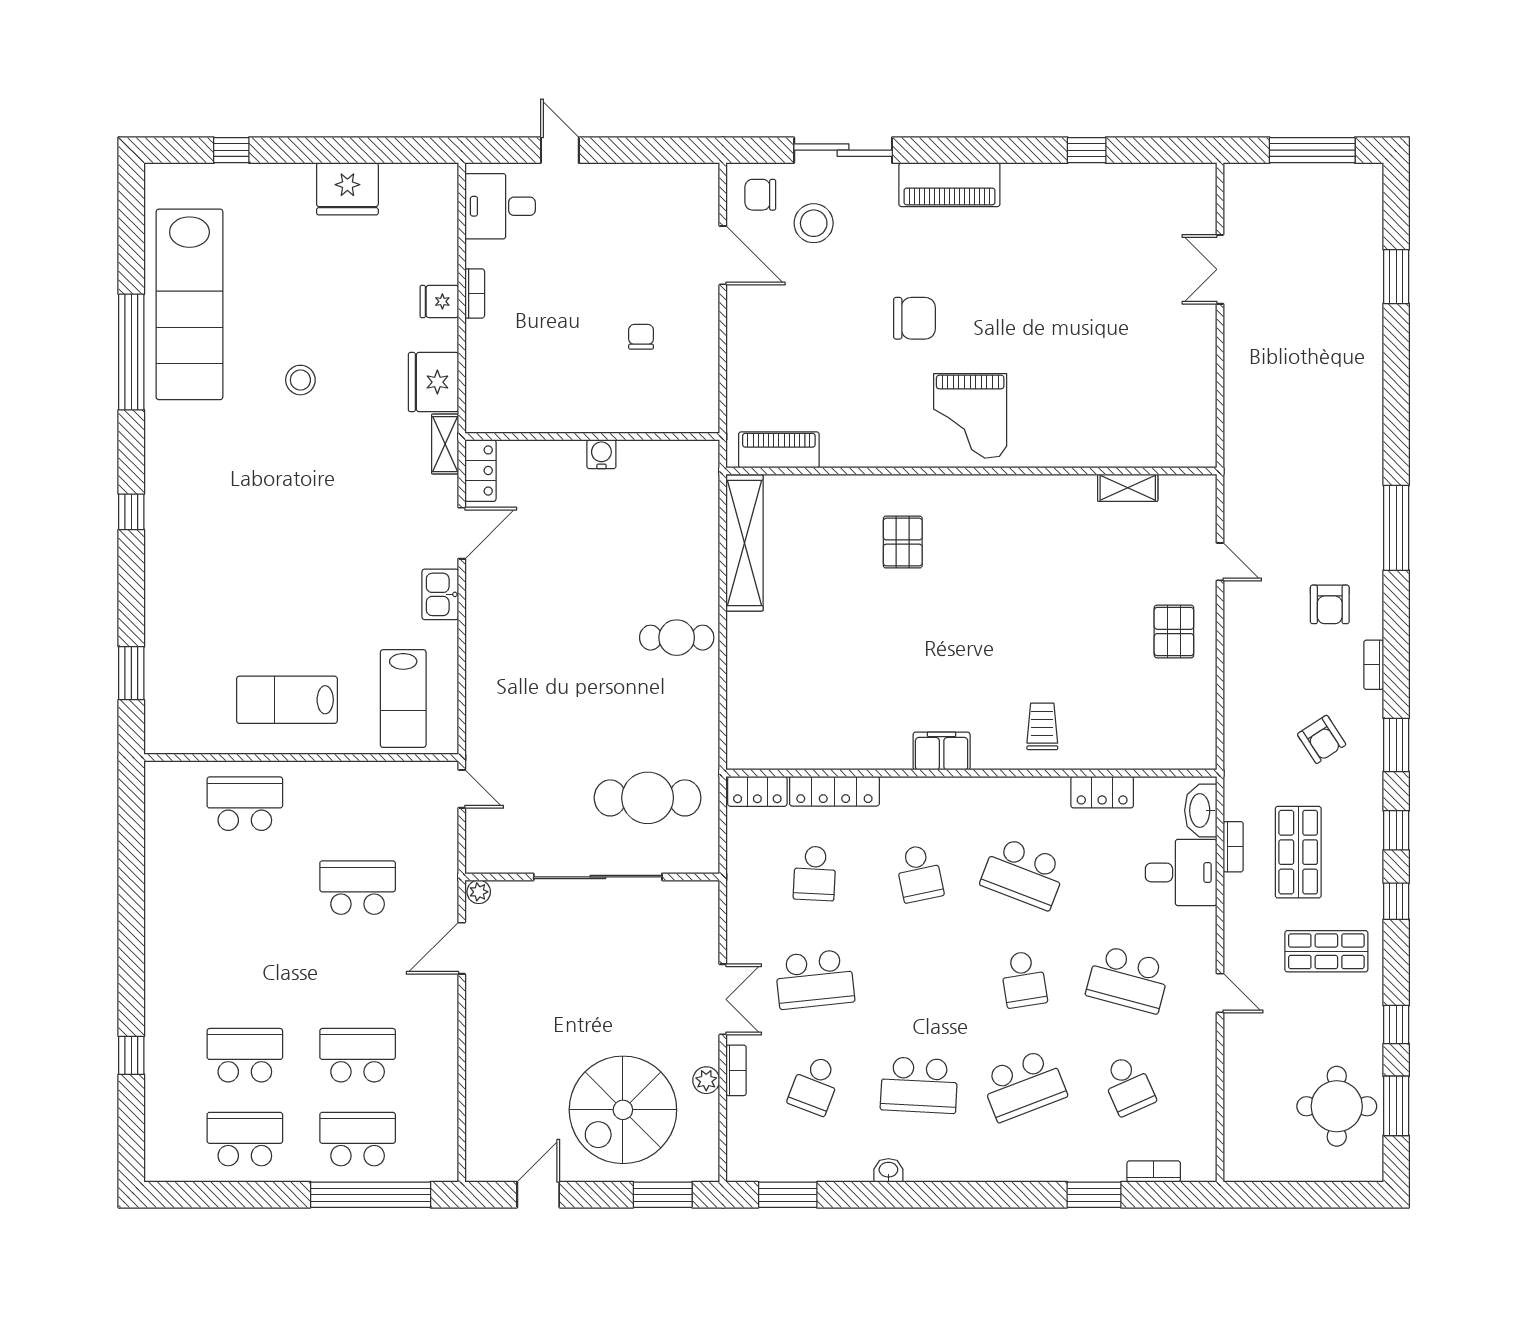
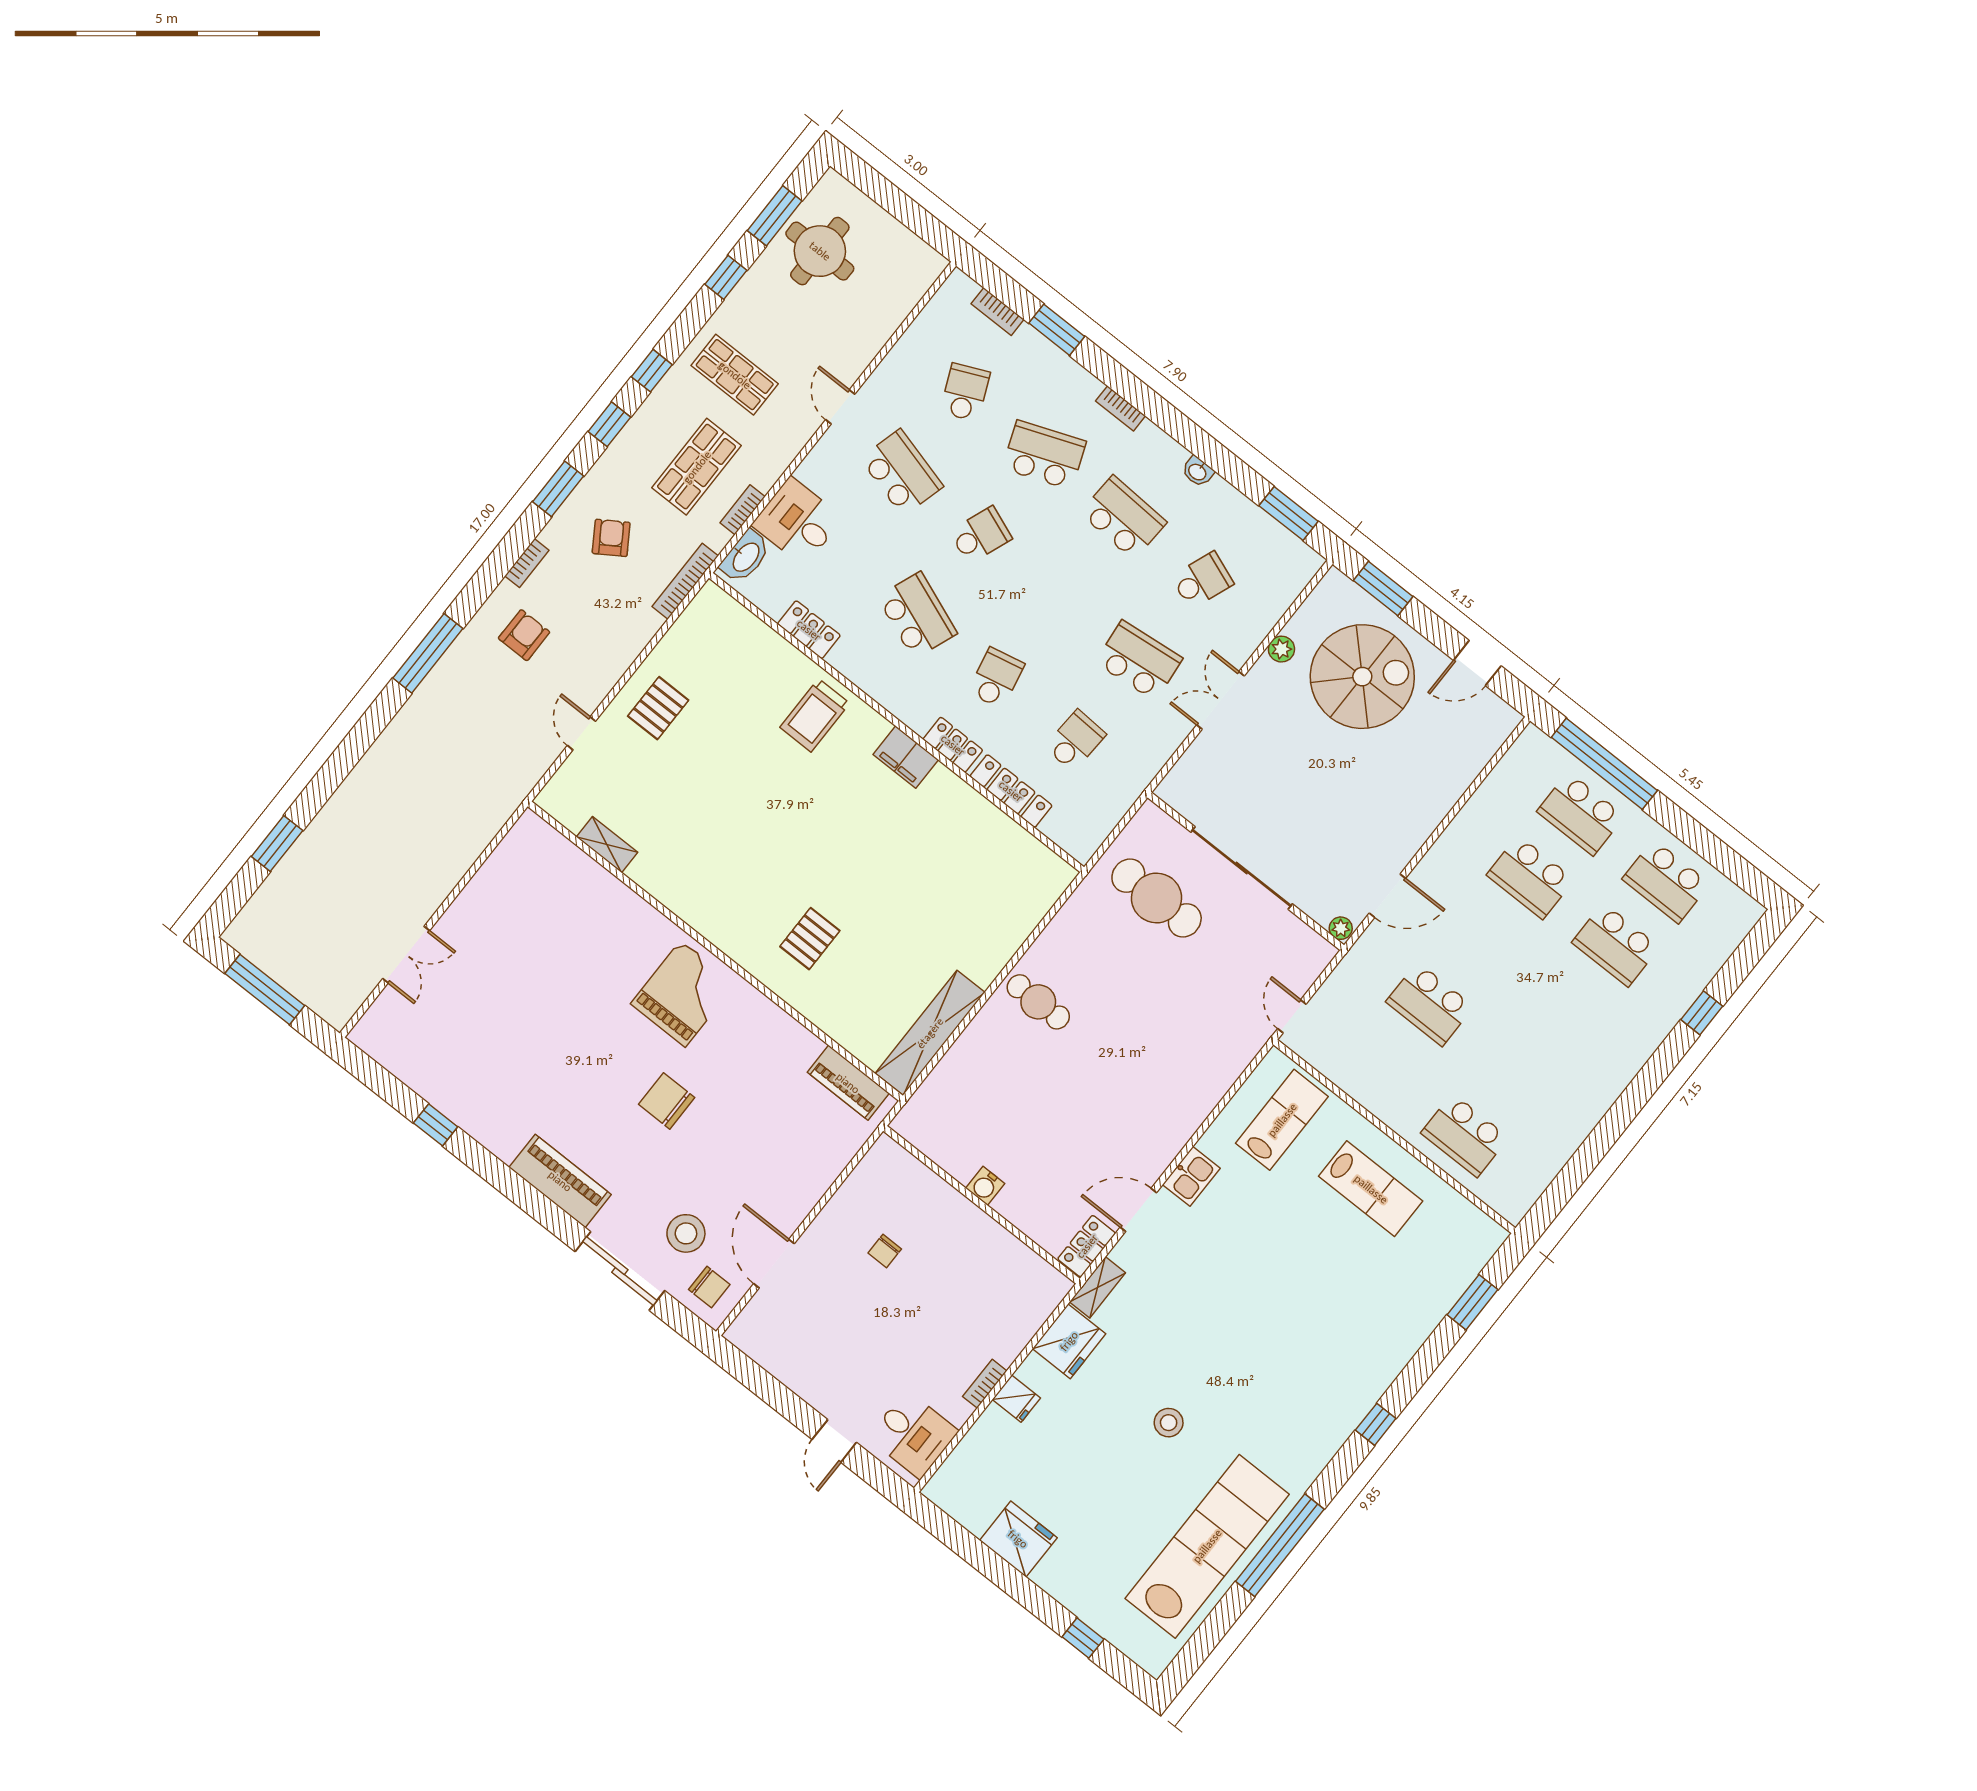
trolley: (1042, 726) -> (815, 715), width x1.36, depth x1.39
bookcase: (1234, 752) -> (685, 581), added
locker: (757, 791) -> (953, 745), moved
school desk: (1024, 979) -> (981, 535), turned 30
bookcase: (736, 1070) -> (1121, 408), moved, turned -90

